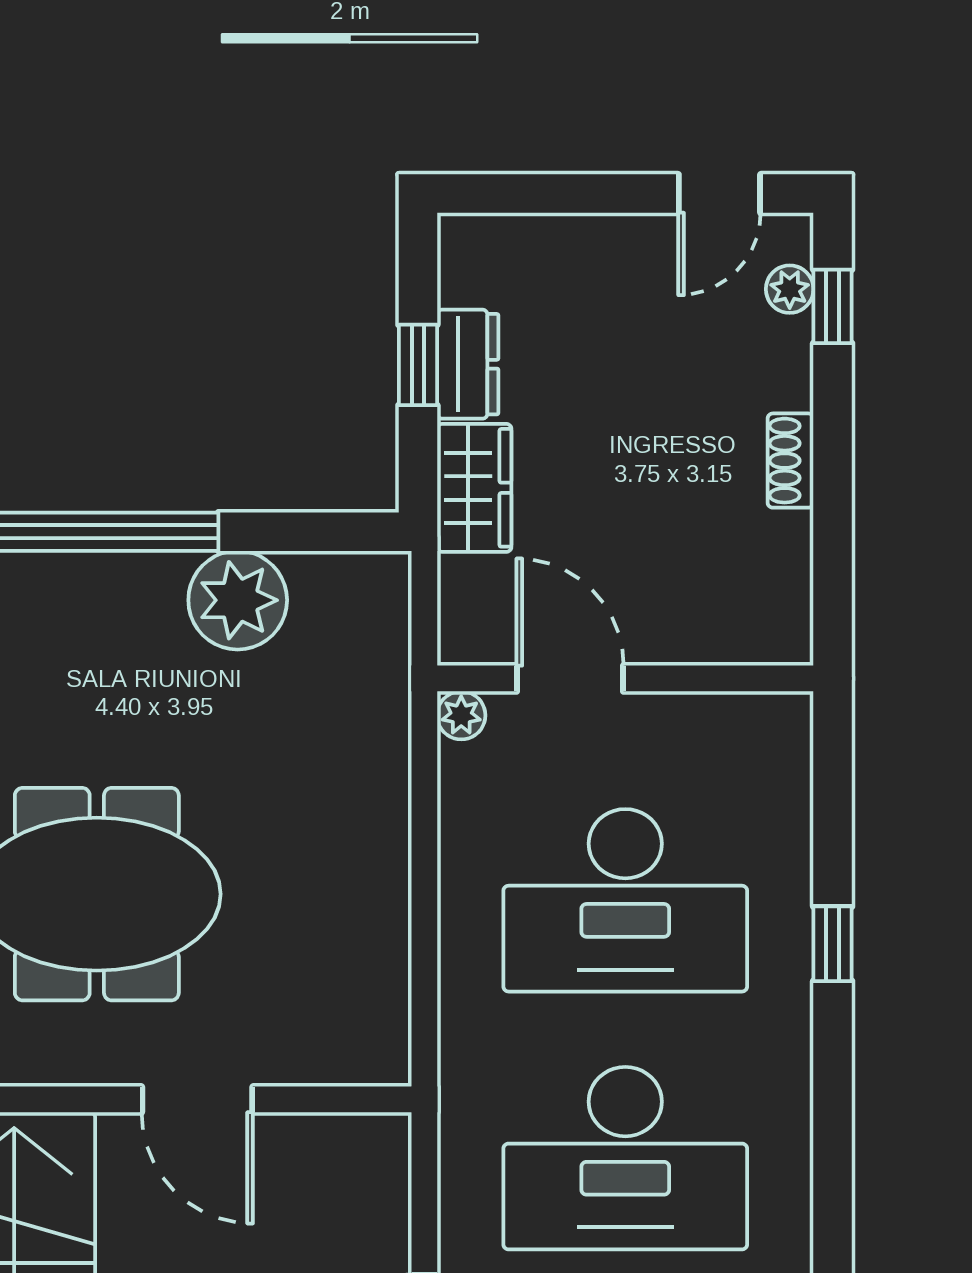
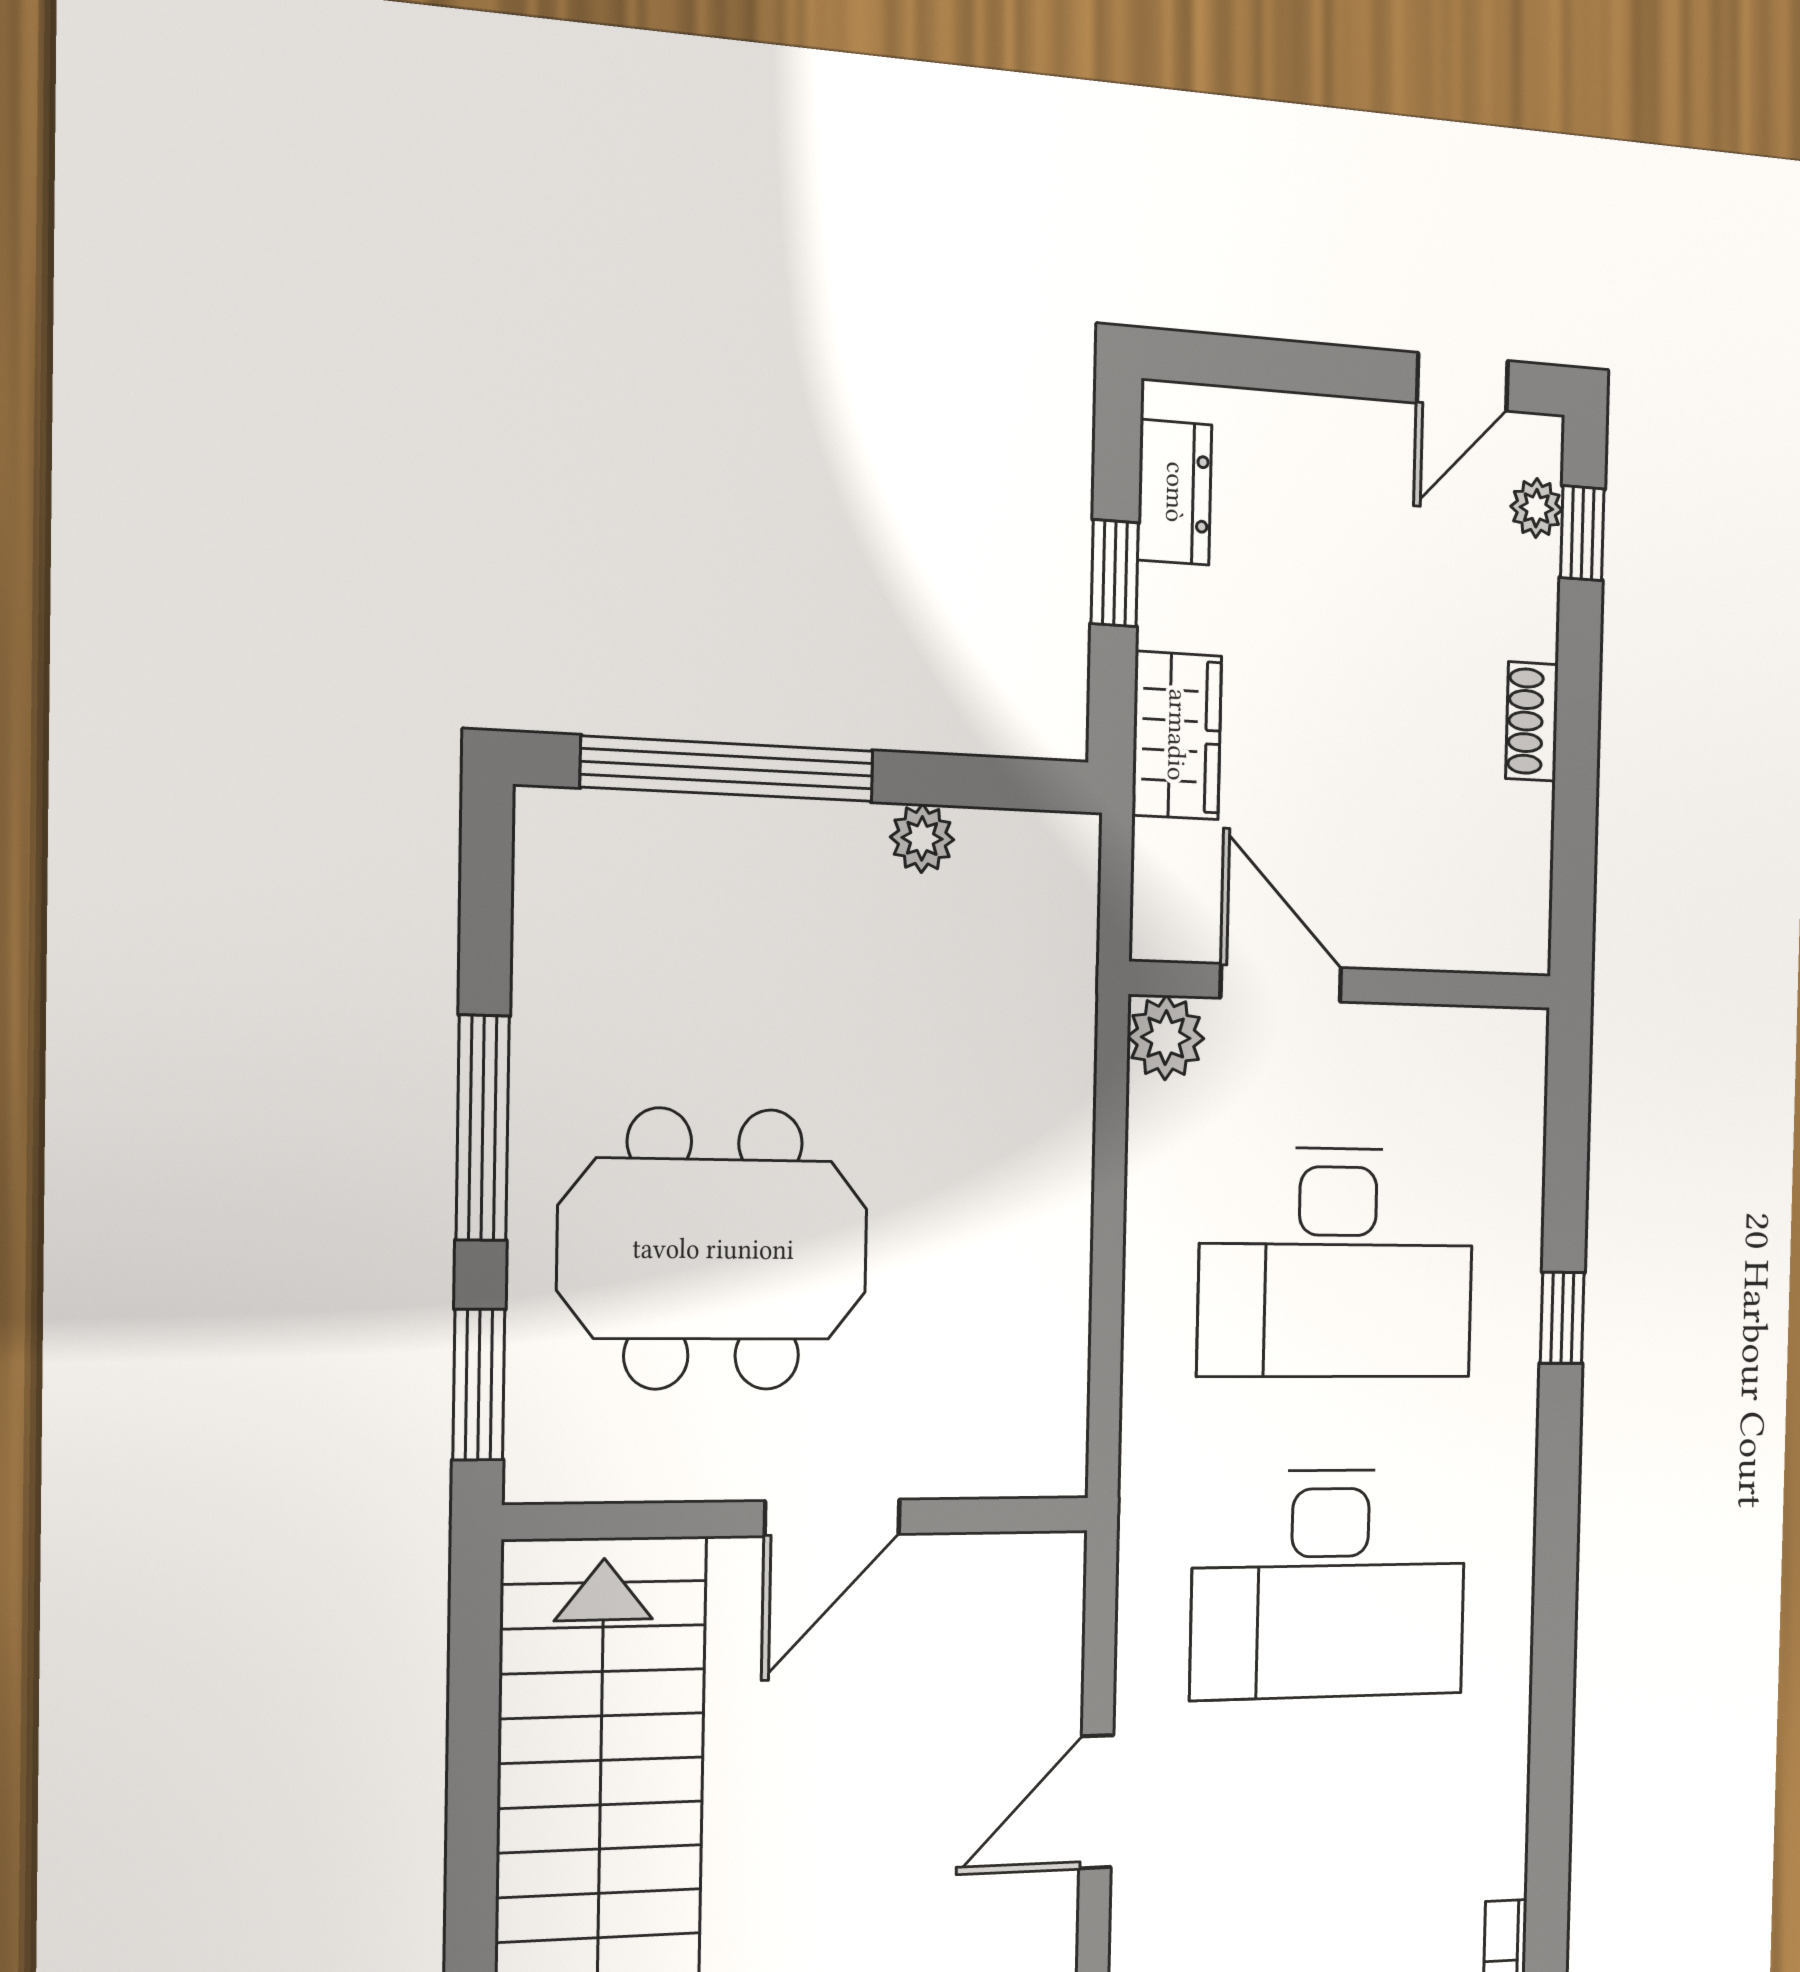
dresser: (468, 364) -> (1175, 492), moved
plant: (238, 600) -> (922, 838), width x0.53, depth x0.53
plant: (461, 715) -> (1166, 1038), width x1.38, depth x1.38
door: (197, 1099) -> (832, 1518), hinge flipped

